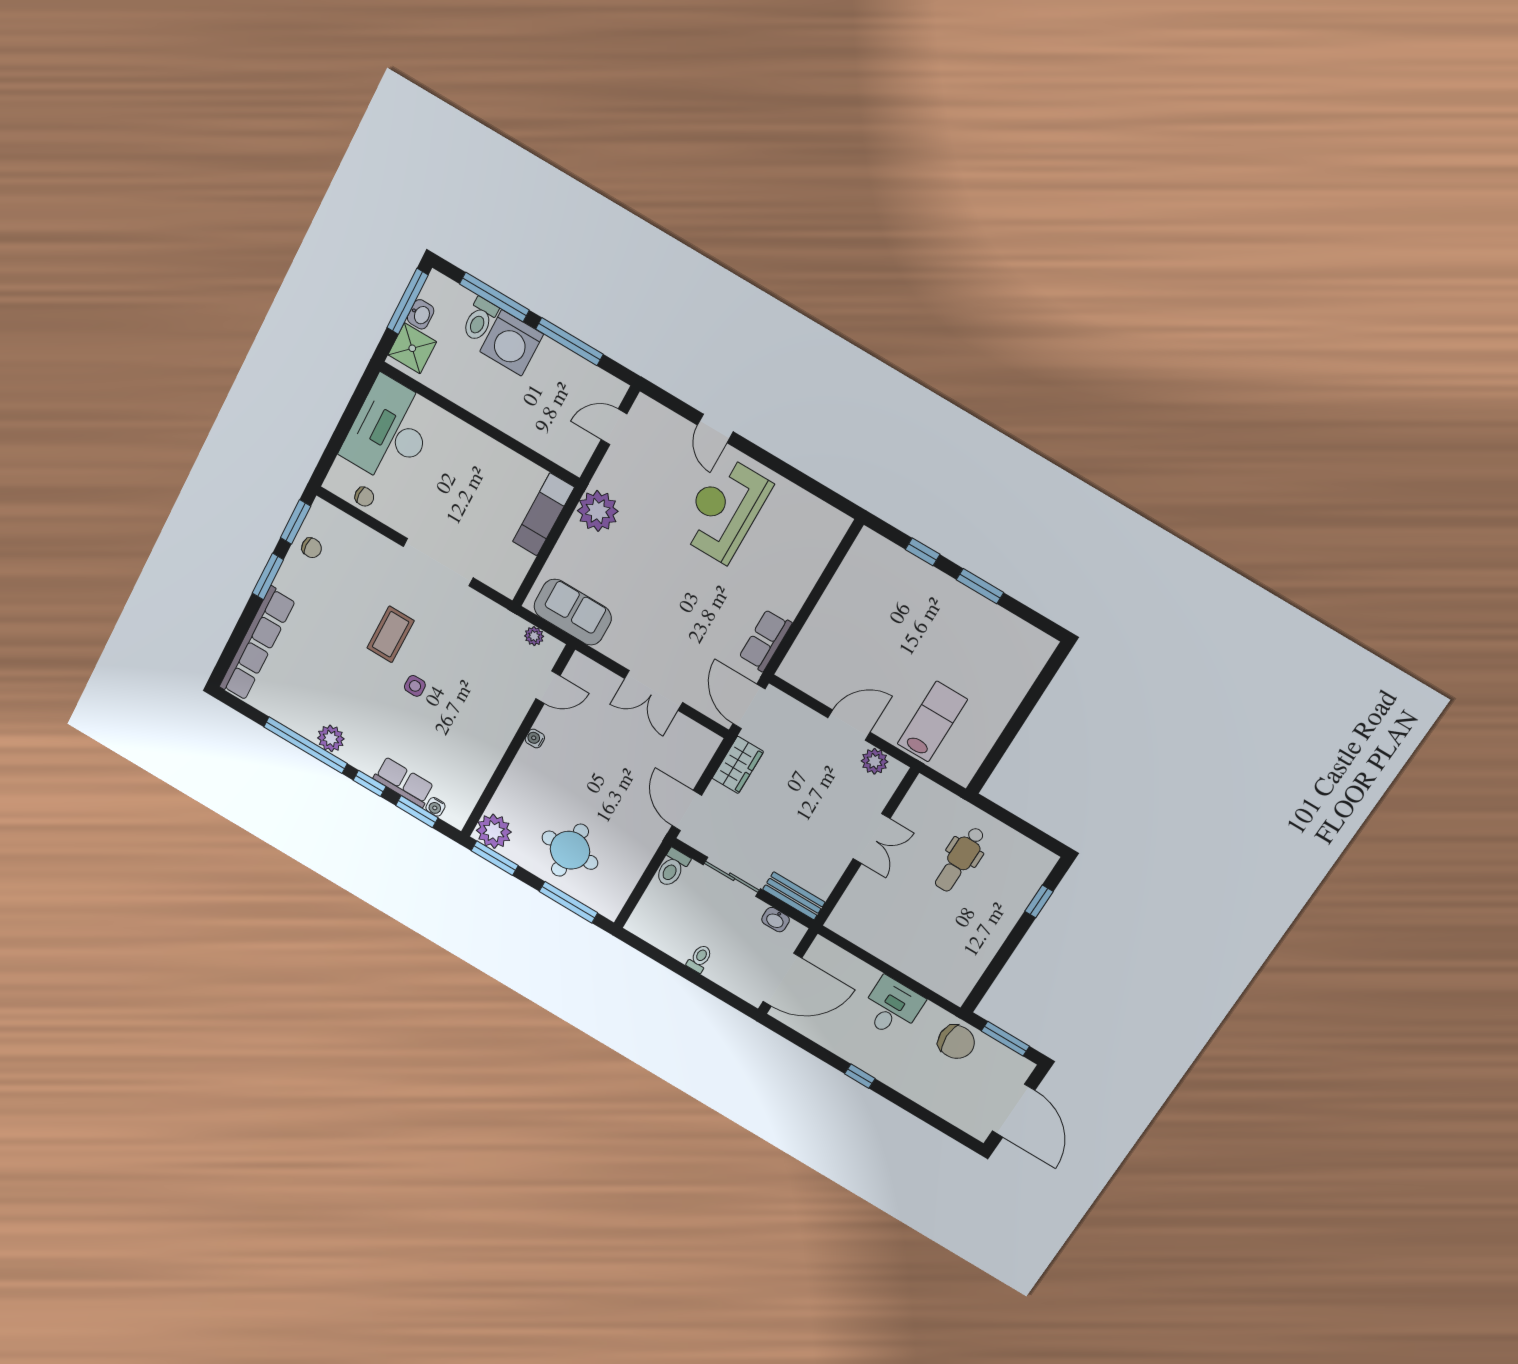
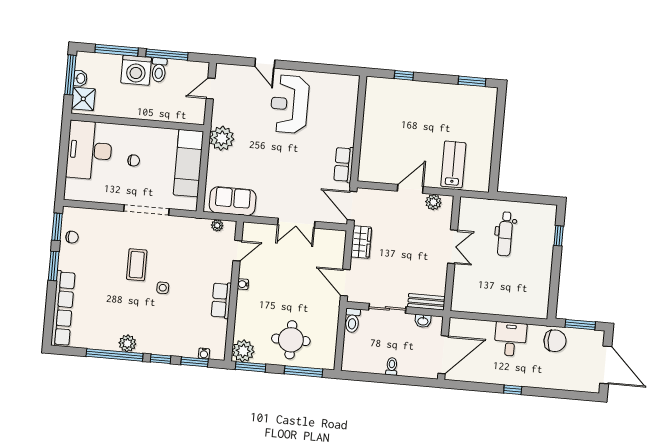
toilet: (480, 320) -> (159, 70), moved
chair: (364, 497) -> (134, 160), moved
exam couch: (543, 514) -> (188, 163), width x1.36, depth x1.45
window: (980, 586) -> (472, 81), moved
row of seats: (404, 782) -> (221, 300), moved, turned -90

